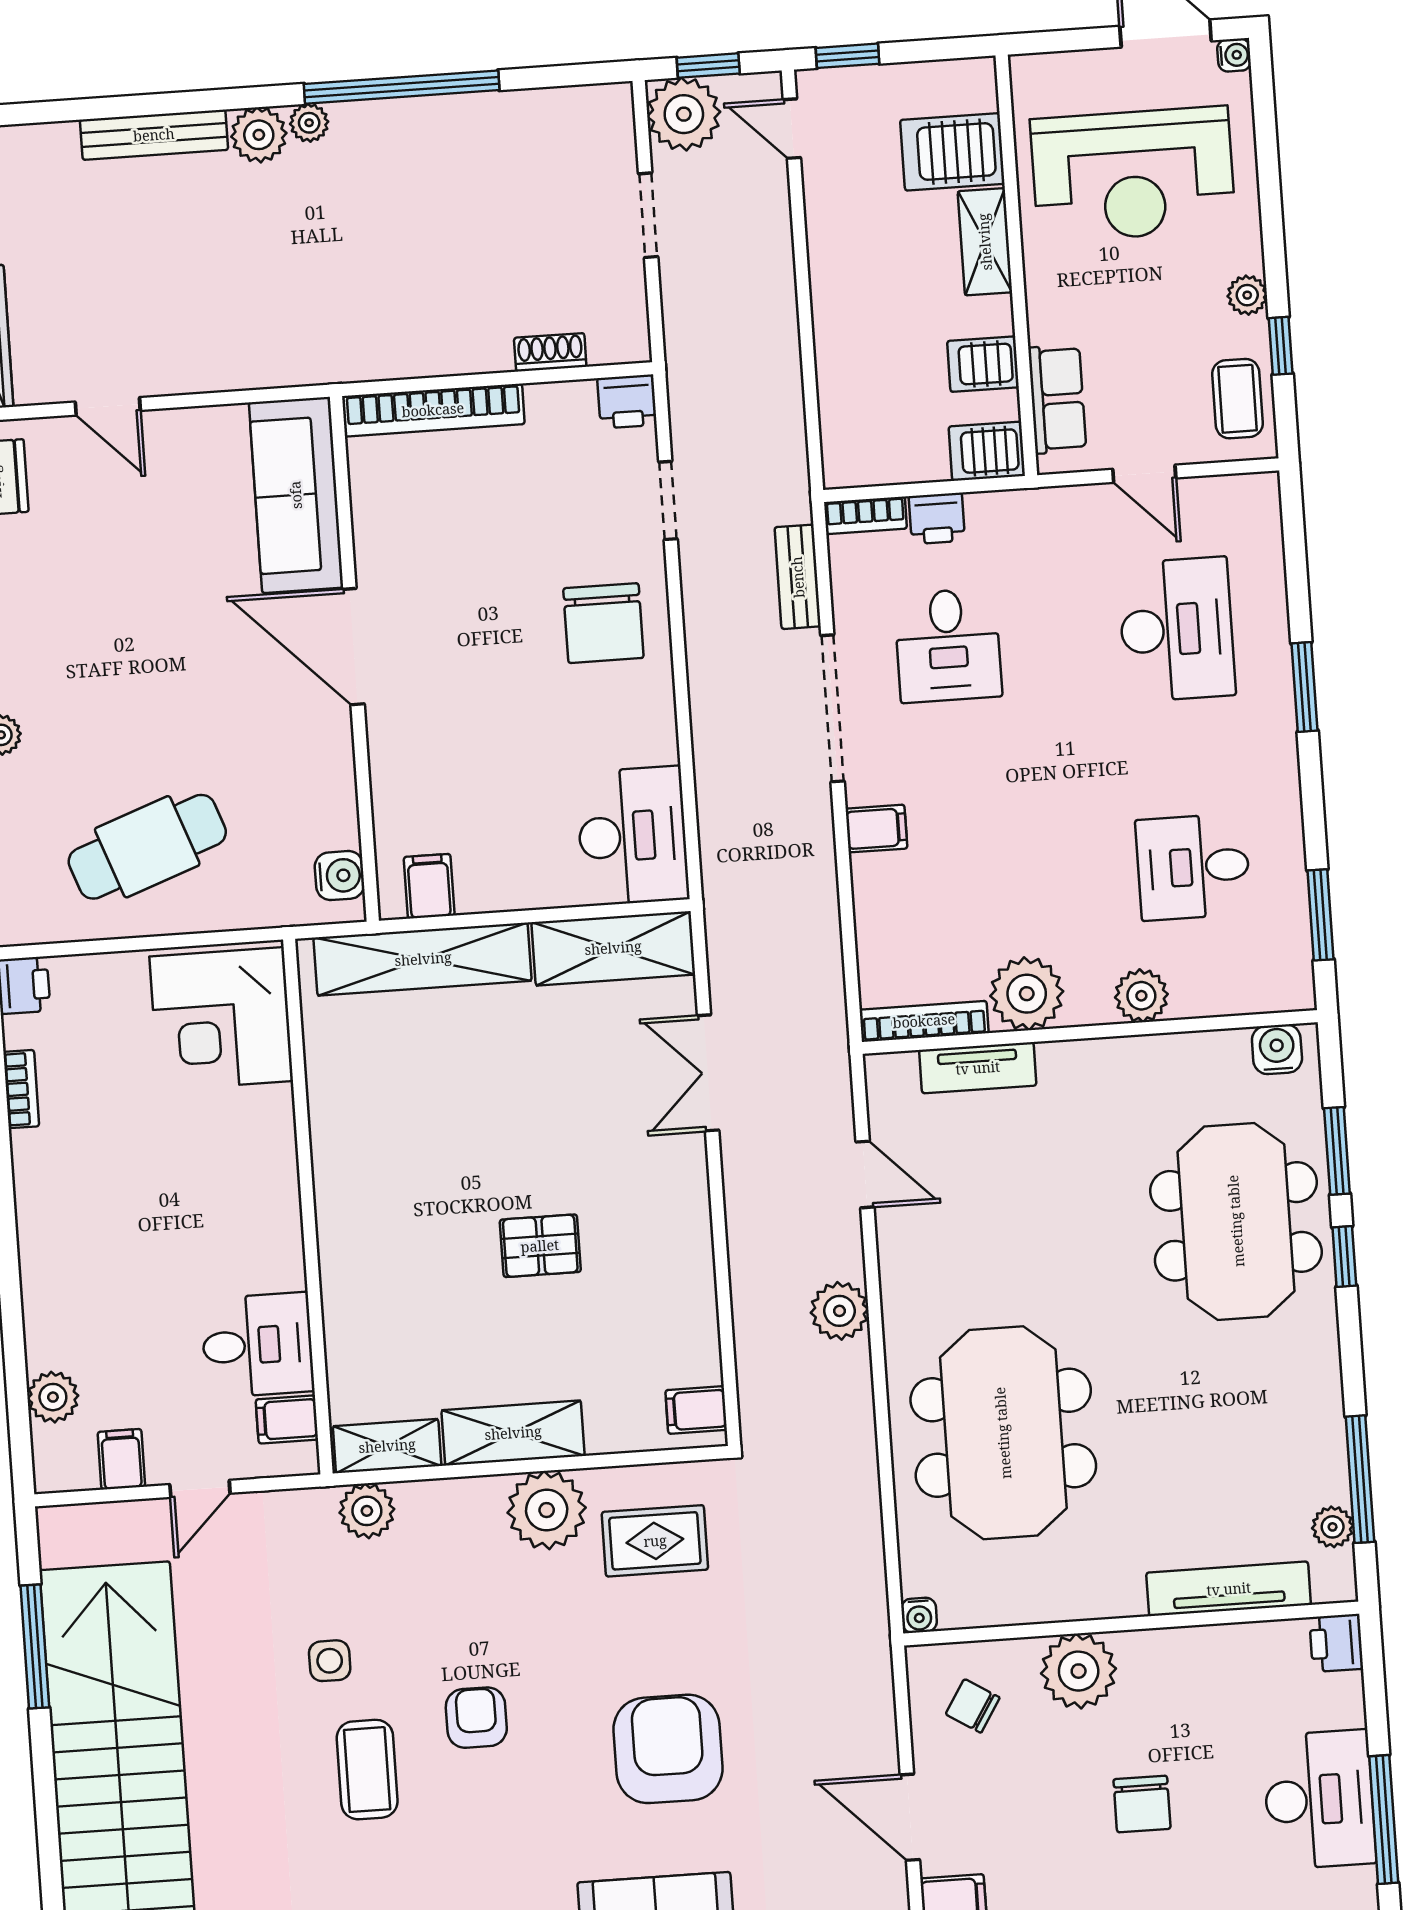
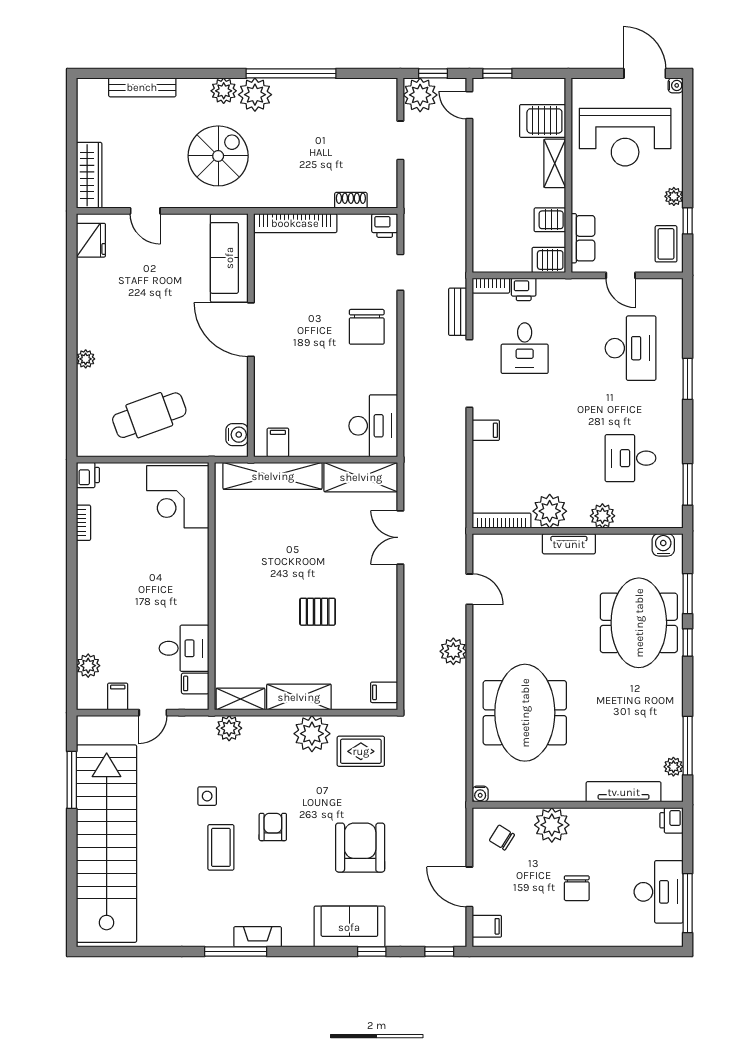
plant: (309, 123) -> (255, 95), width x1.88, depth x1.88
bench: (154, 135) -> (142, 87), moved
spiral stairs: (257, 276) -> (218, 156), added
tv unit: (978, 1068) -> (569, 544), moved

